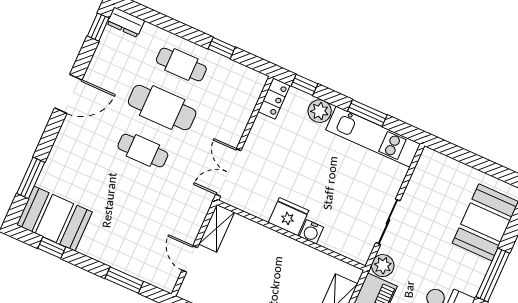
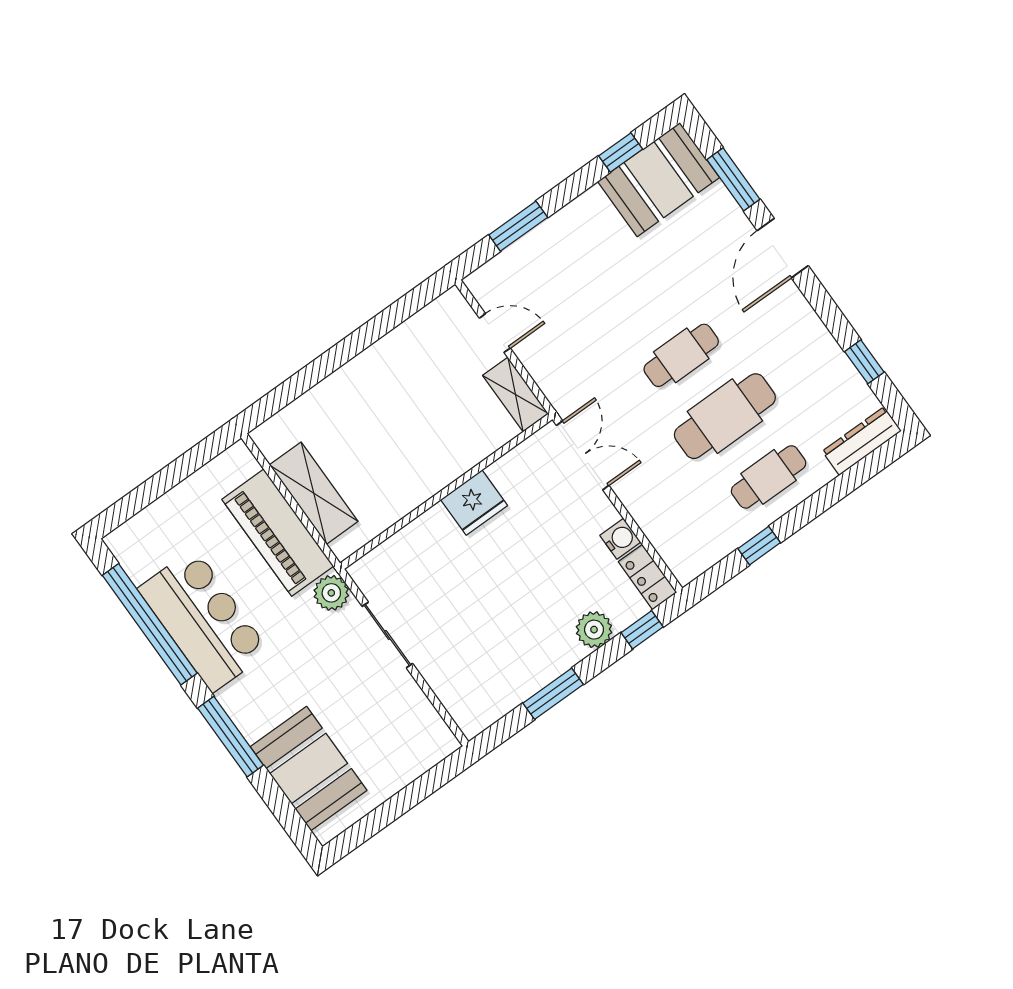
dresser: (126, 22) -> (862, 441), width x1.44
window: (98, 27) -> (864, 362), moved
door: (68, 94) -> (783, 248), moved
kitchen unit: (373, 137) -> (516, 683), removed
water cooler: (311, 232) -> (620, 539), moved, turned 90

